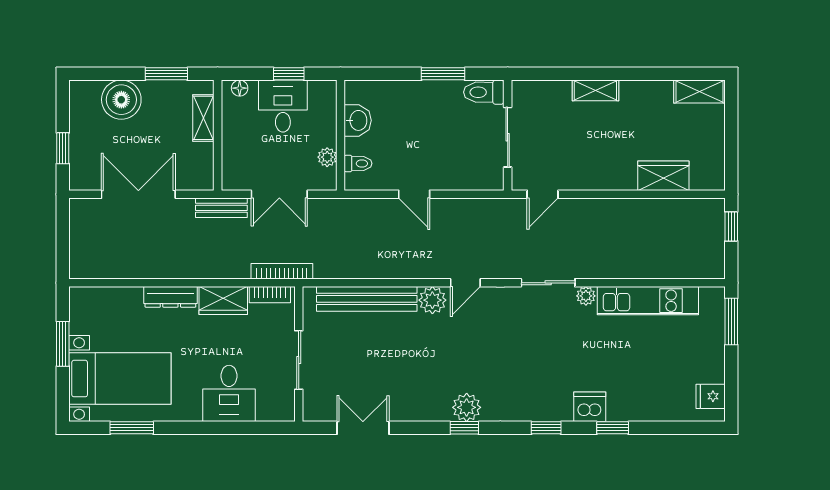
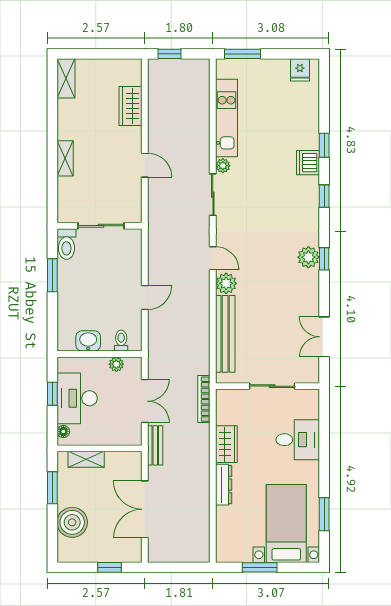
desk: (283, 106) -> (77, 398), width x1.37
door: (543, 194) -> (145, 165), moved
bookcase: (270, 295) -> (222, 408), removed

